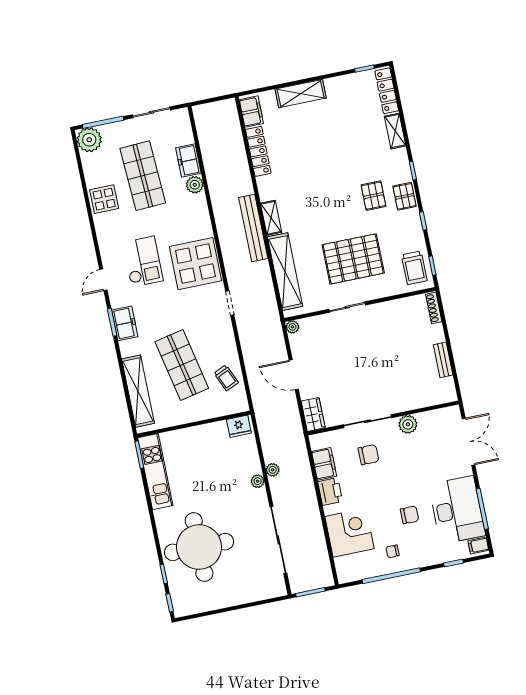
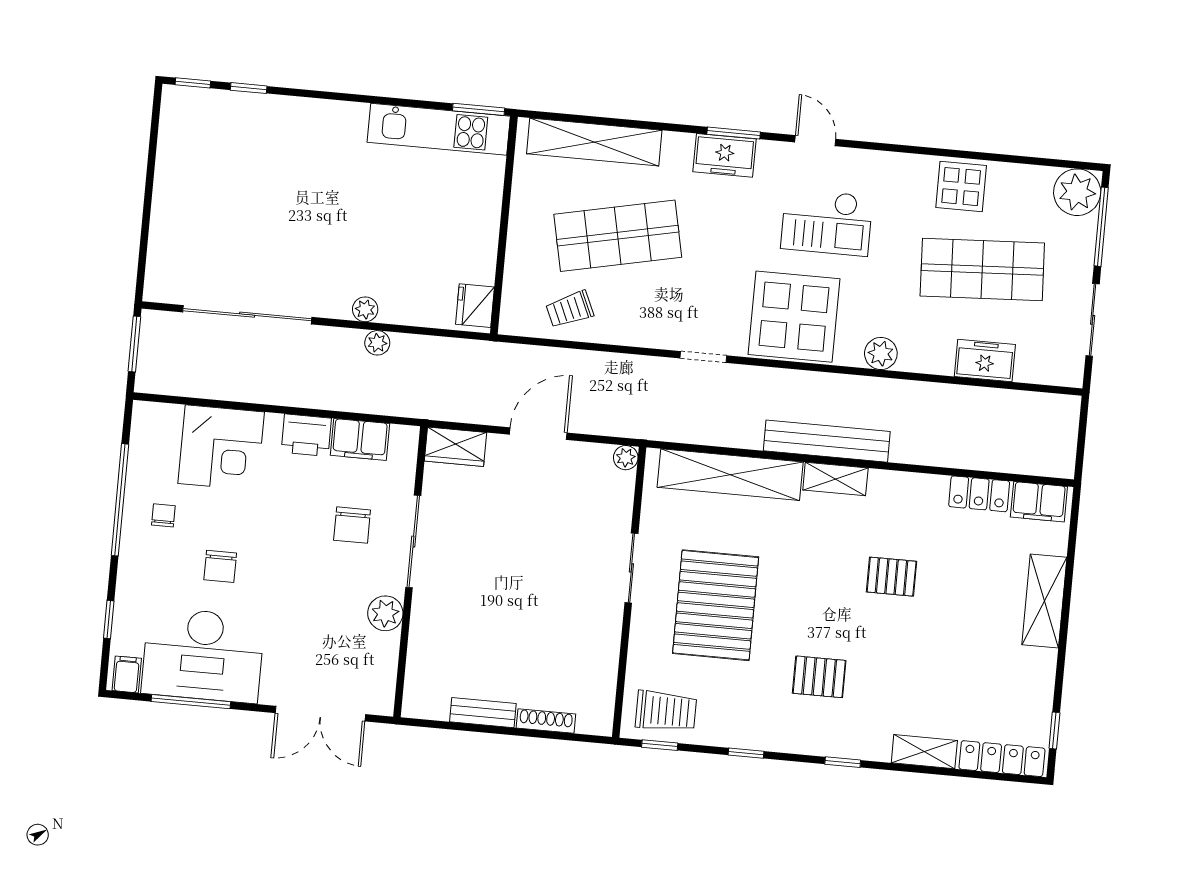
locker: (258, 151) -> (979, 494), width x0.66
plant: (195, 185) -> (881, 354), moved
pallet: (405, 196) -> (892, 577), moved
trolley: (414, 268) -> (666, 711), turned 180
shoe rack: (434, 308) -> (546, 721), moved
round table: (199, 547) -> (278, 167), removed

